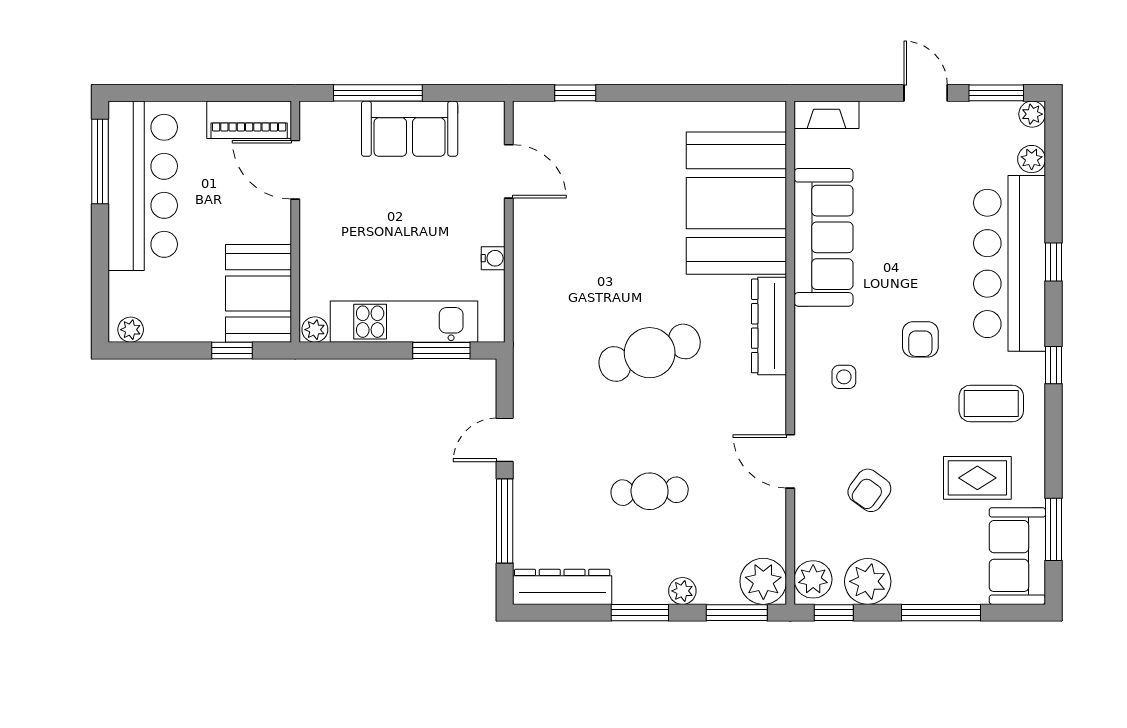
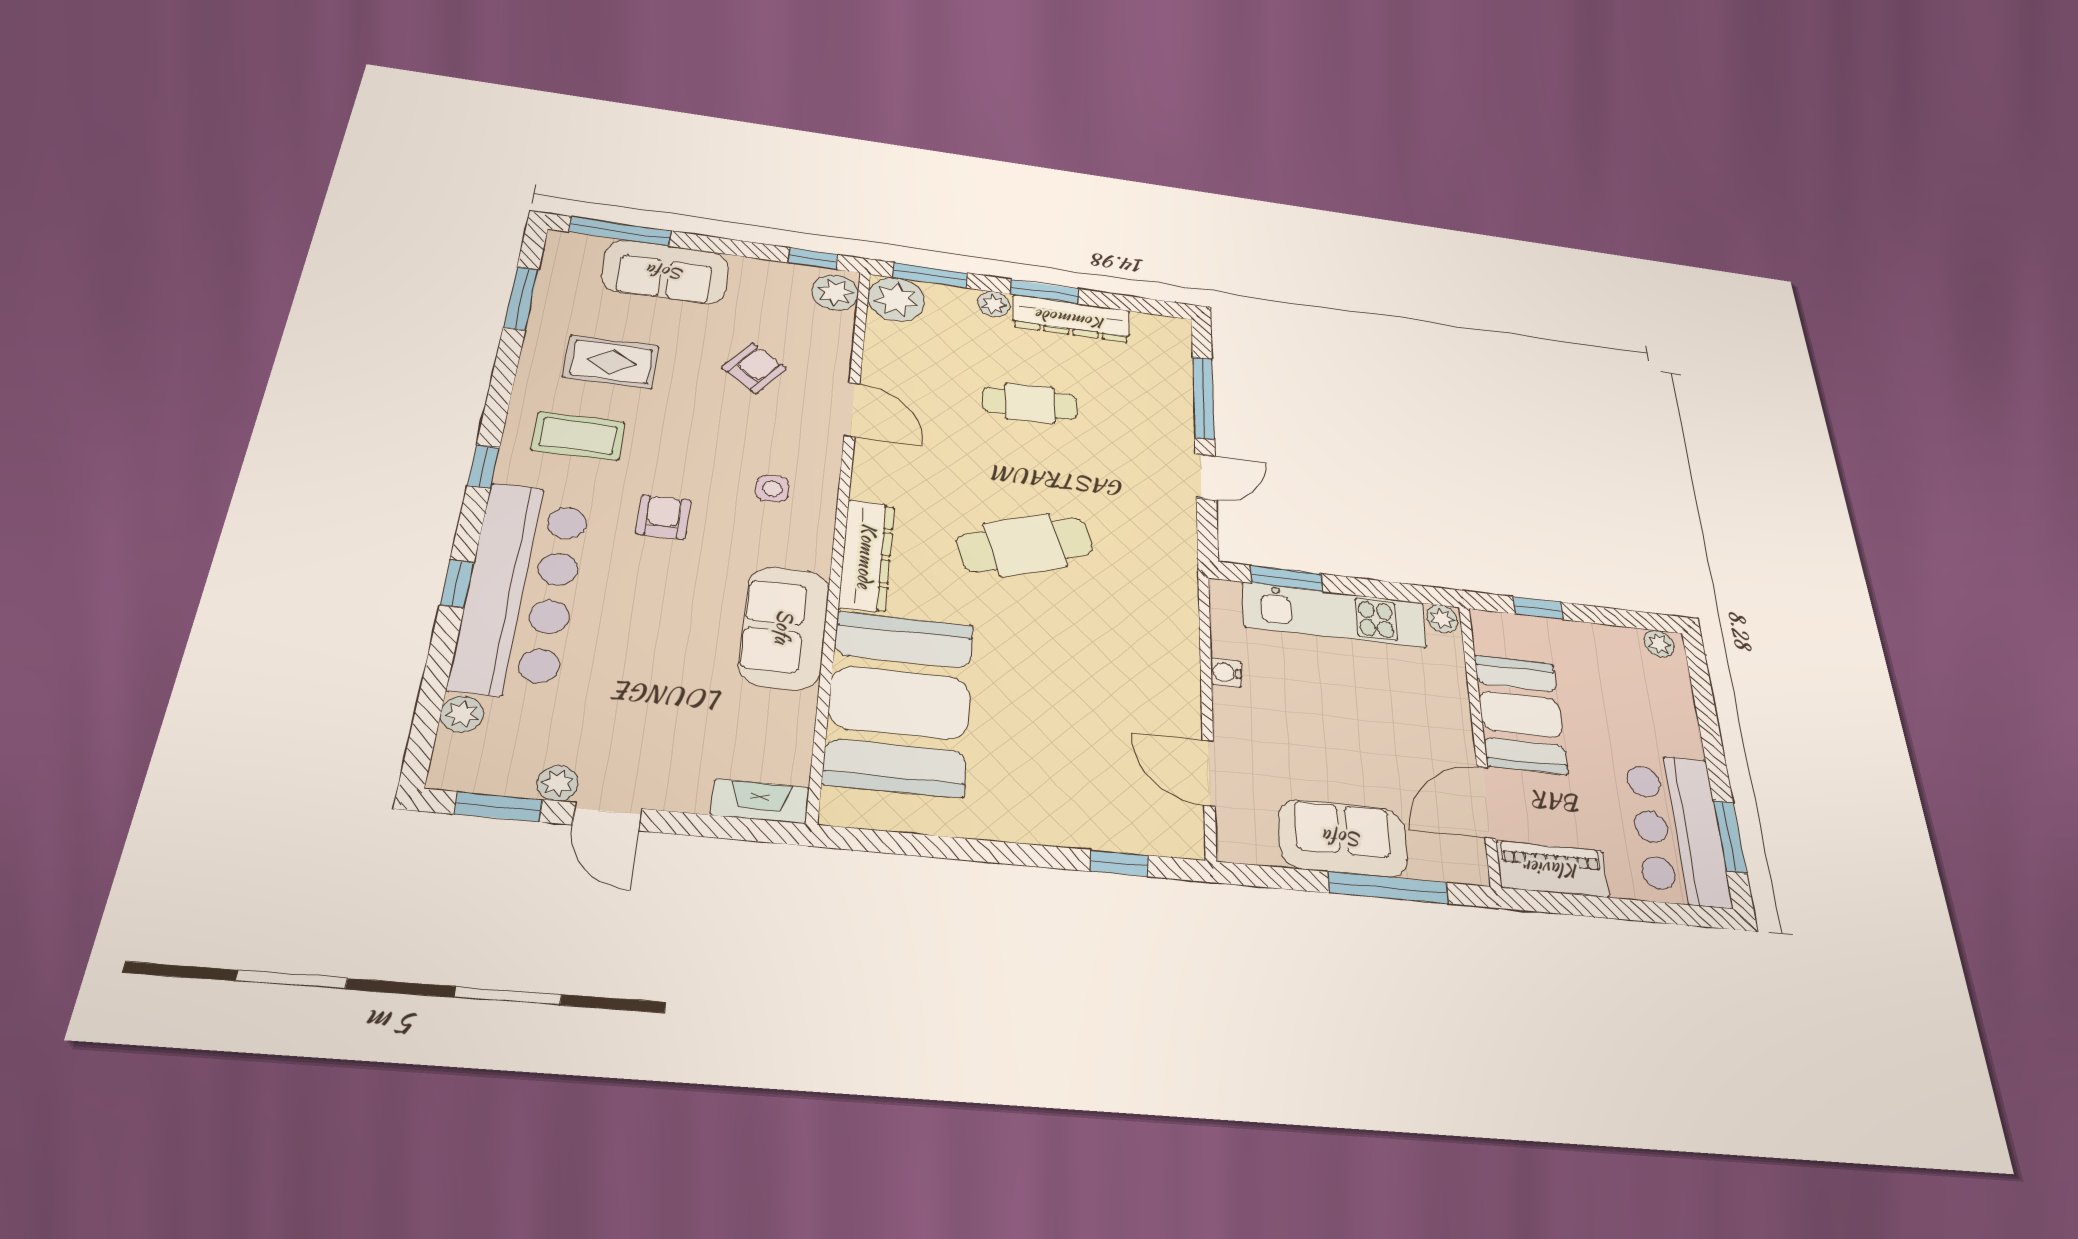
plant: (1032, 114) -> (558, 783), moved
window: (100, 161) -> (1730, 837), width x0.69
door: (295, 170) -> (1486, 802), swing flipped
bar counter: (143, 186) -> (1677, 829), width x0.73
sofa: (824, 237) -> (784, 627), width x0.73
booth: (258, 293) -> (1521, 714), moved
sofa: (1017, 556) -> (666, 272), moved, turned 90
plant: (868, 581) -> (768, 281), removed
dresser: (562, 587) -> (1071, 319), moved
window: (941, 613) -> (620, 231), moved

